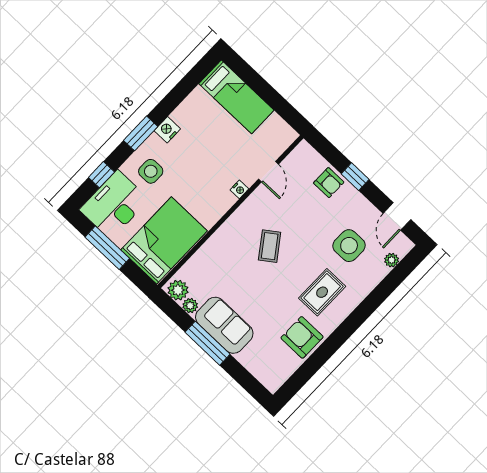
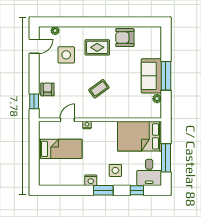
bed: (236, 97) -> (60, 149), moved, turned 90
window: (355, 177) -> (34, 101), moved
desk: (114, 205) -> (149, 172), width x0.73
plant: (178, 290) -> (155, 110), removed
armchair: (302, 337) -> (125, 38), turned 90

